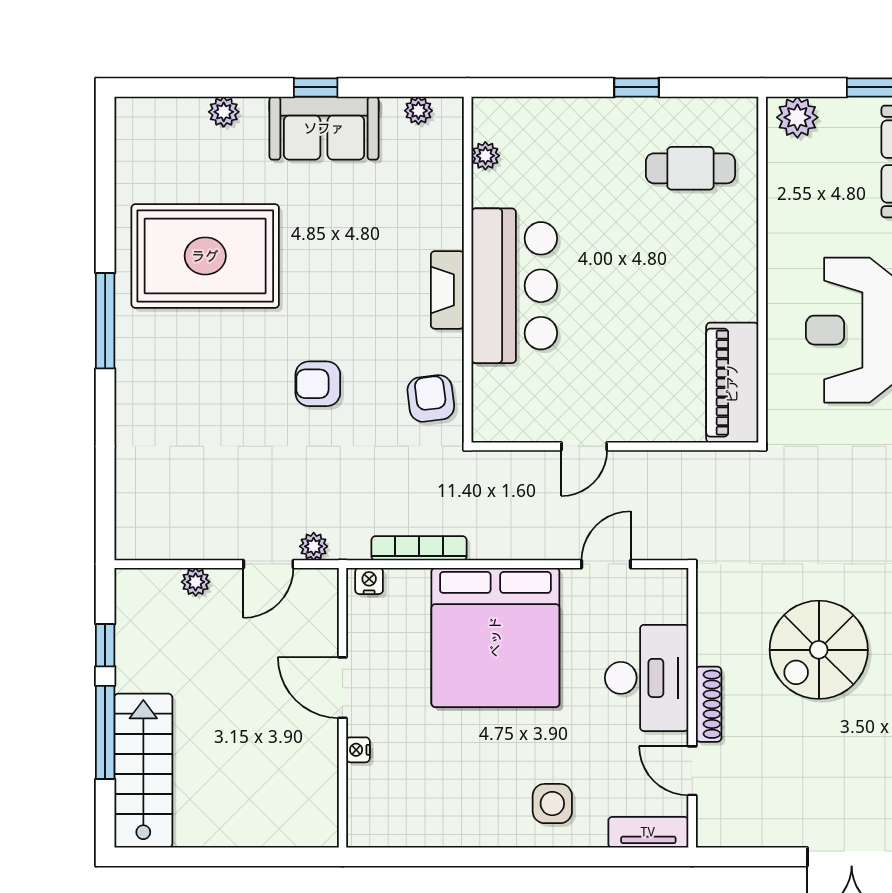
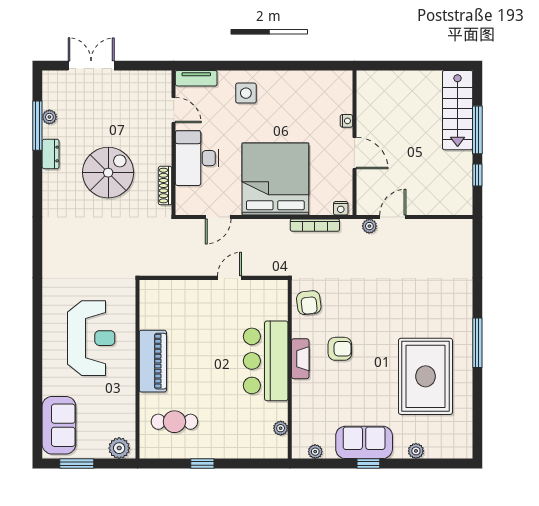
rug: (205, 256) -> (426, 376), turned 90
piano: (732, 383) -> (153, 361), moved
armchair: (318, 384) -> (340, 349), moved
plant: (196, 582) -> (430, 208), removed
shoe rack: (709, 704) -> (165, 186), moved

